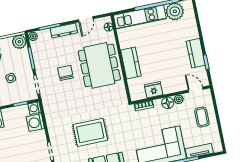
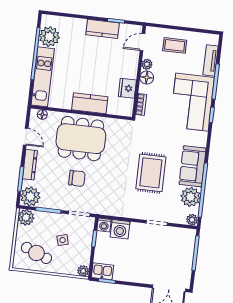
plant: (33, 36) -> (30, 196), width x1.88, depth x1.88
chair: (65, 73) -> (77, 178), turned 180

